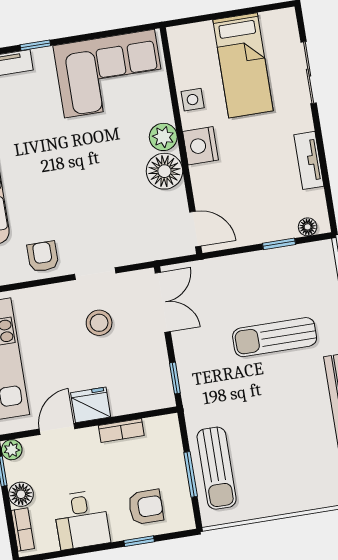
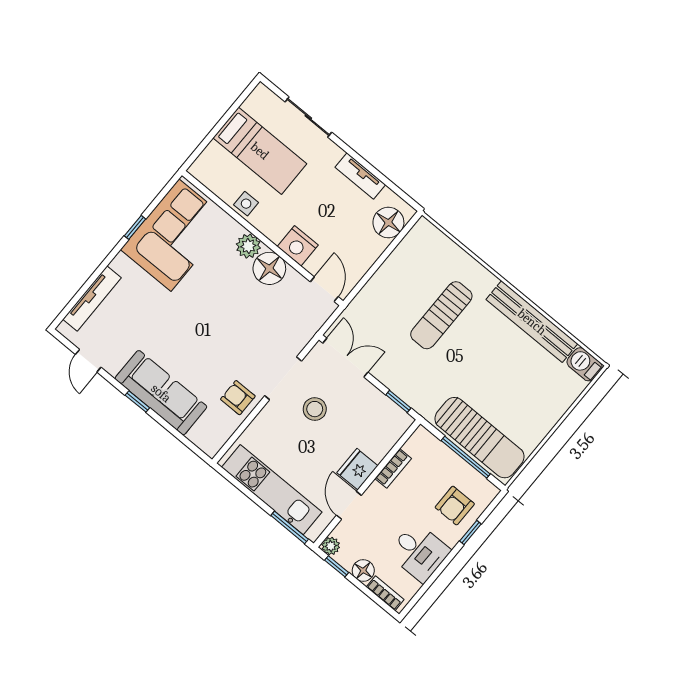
window: (35, 45) -> (135, 227), moved
nightstand: (201, 146) -> (298, 246), moved
floor lamp: (308, 227) -> (388, 223), width x1.89, depth x1.89
door: (195, 229) -> (324, 289), hinge flipped
window: (279, 244) -> (389, 250), removed
doorway: (95, 274) -> (283, 378), width x1.38
sun lounger: (217, 468) -> (480, 438), width x1.36, depth x1.34
window: (191, 474) -> (466, 457), width x1.44
armchair: (146, 507) -> (455, 506), turned 180

